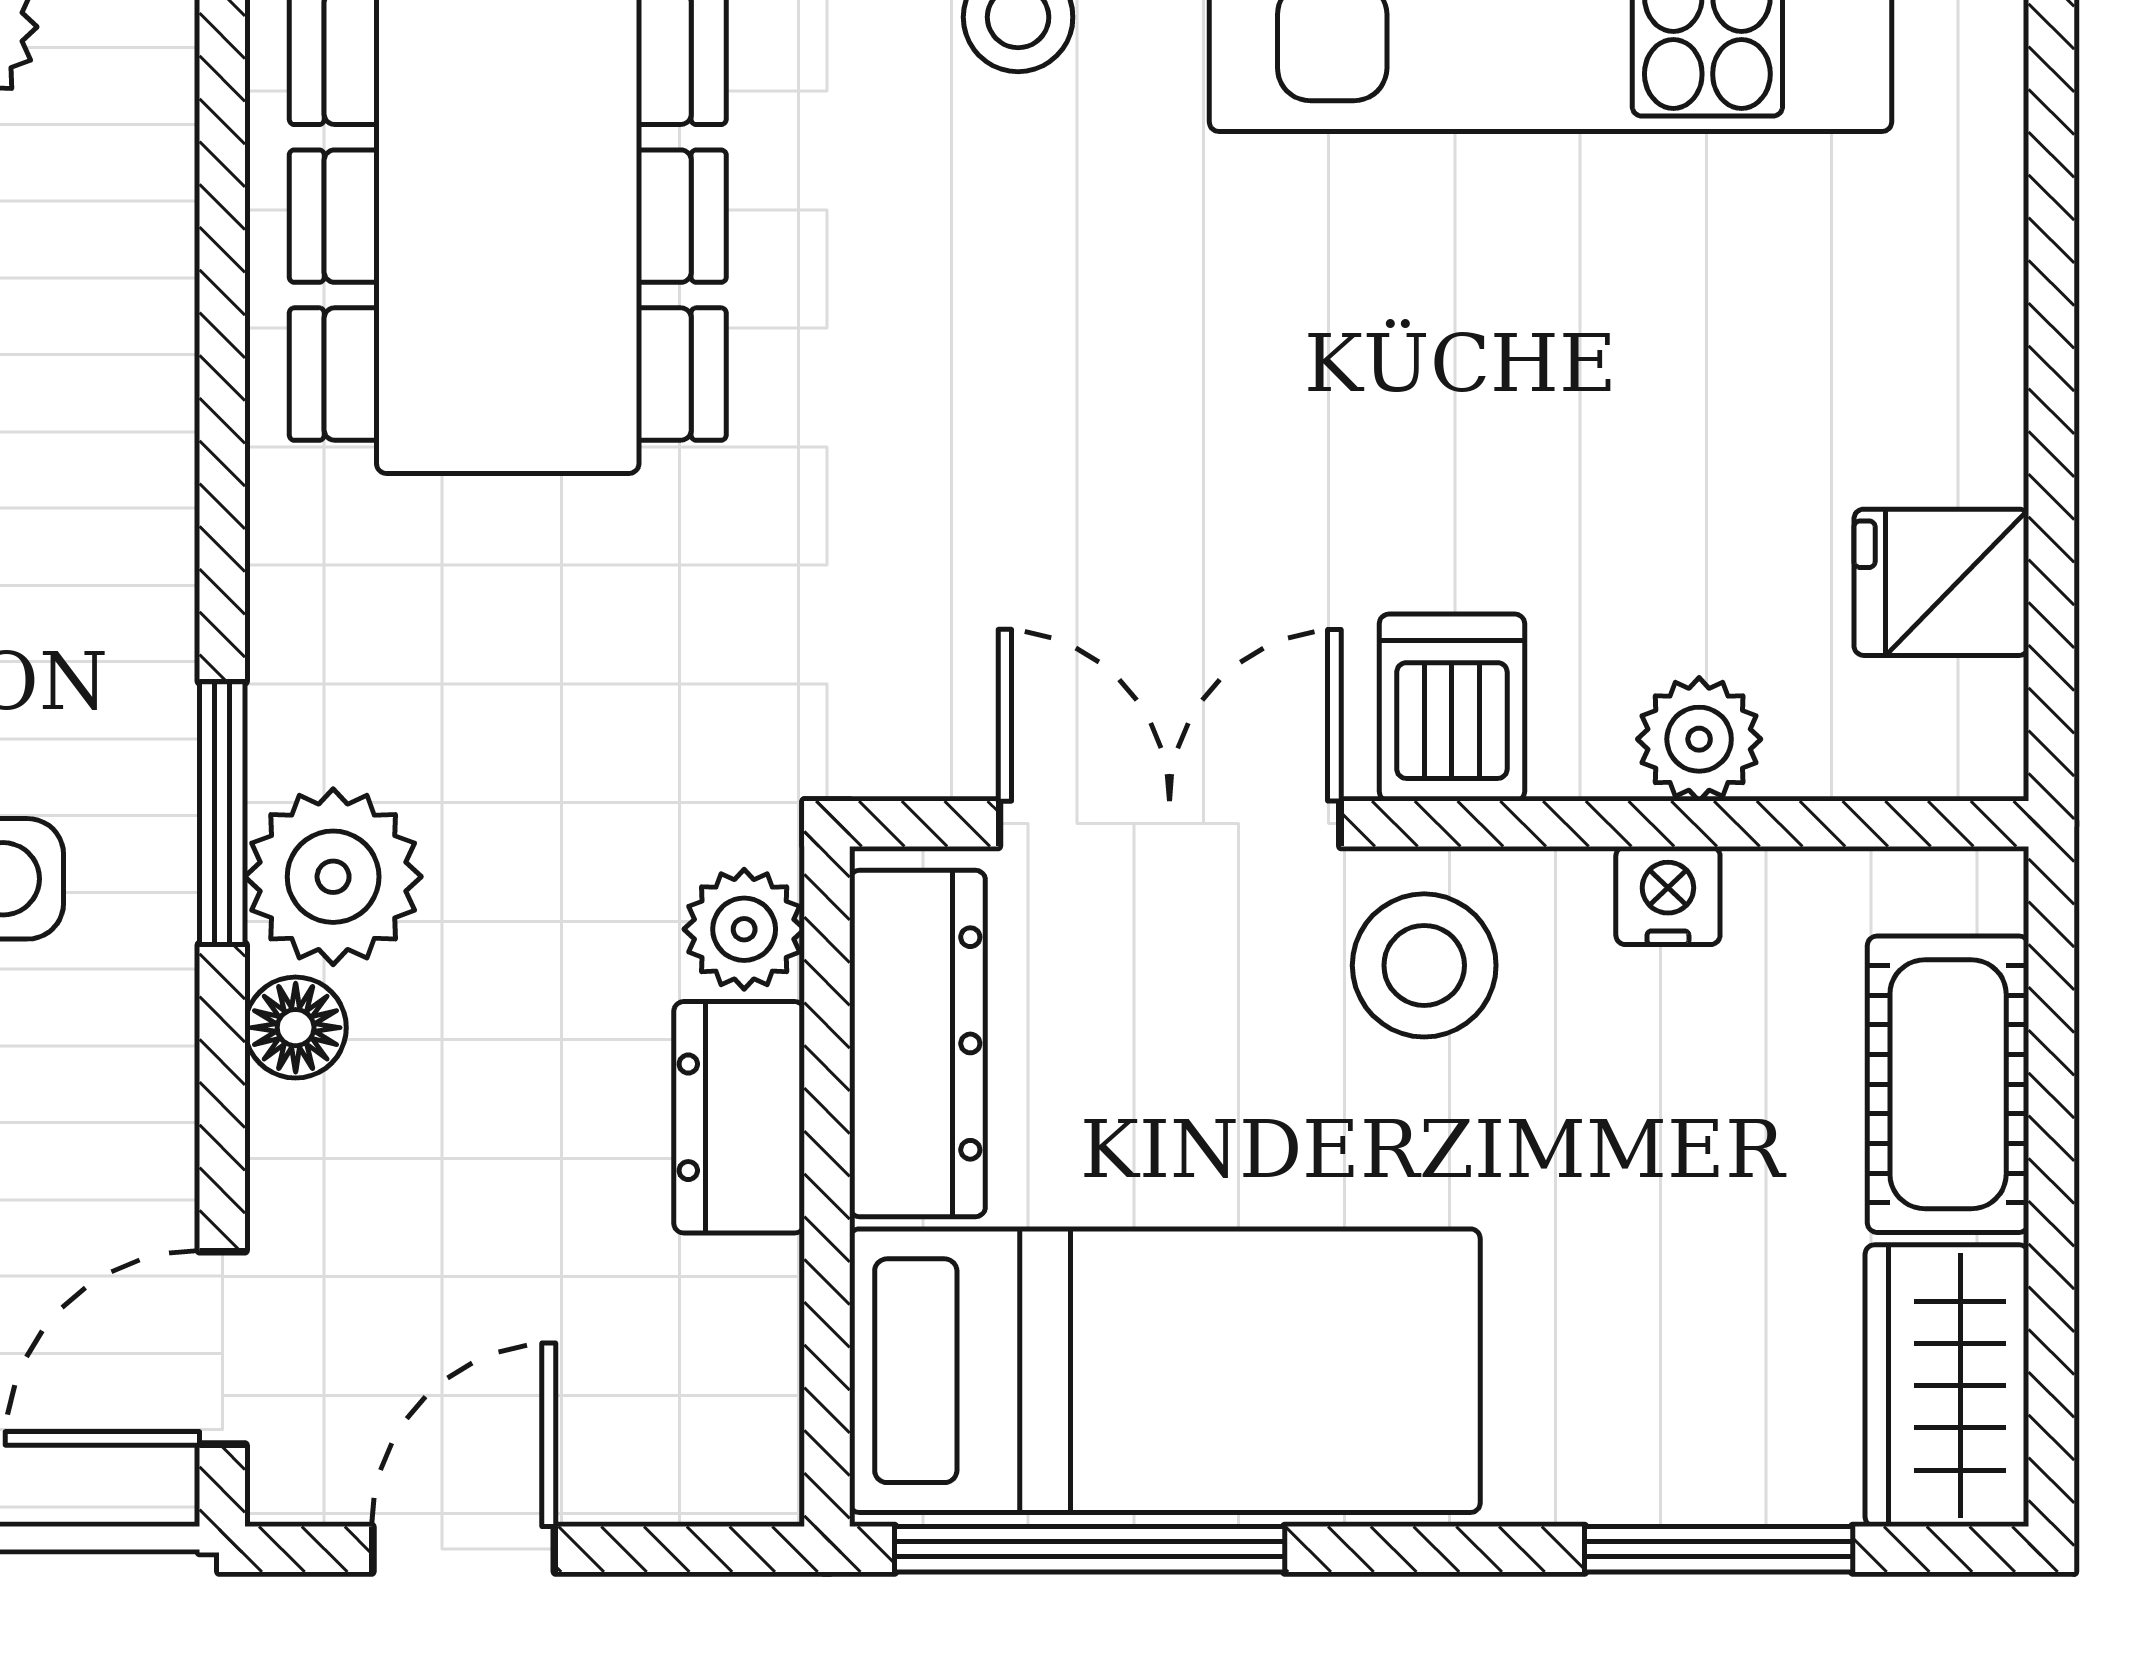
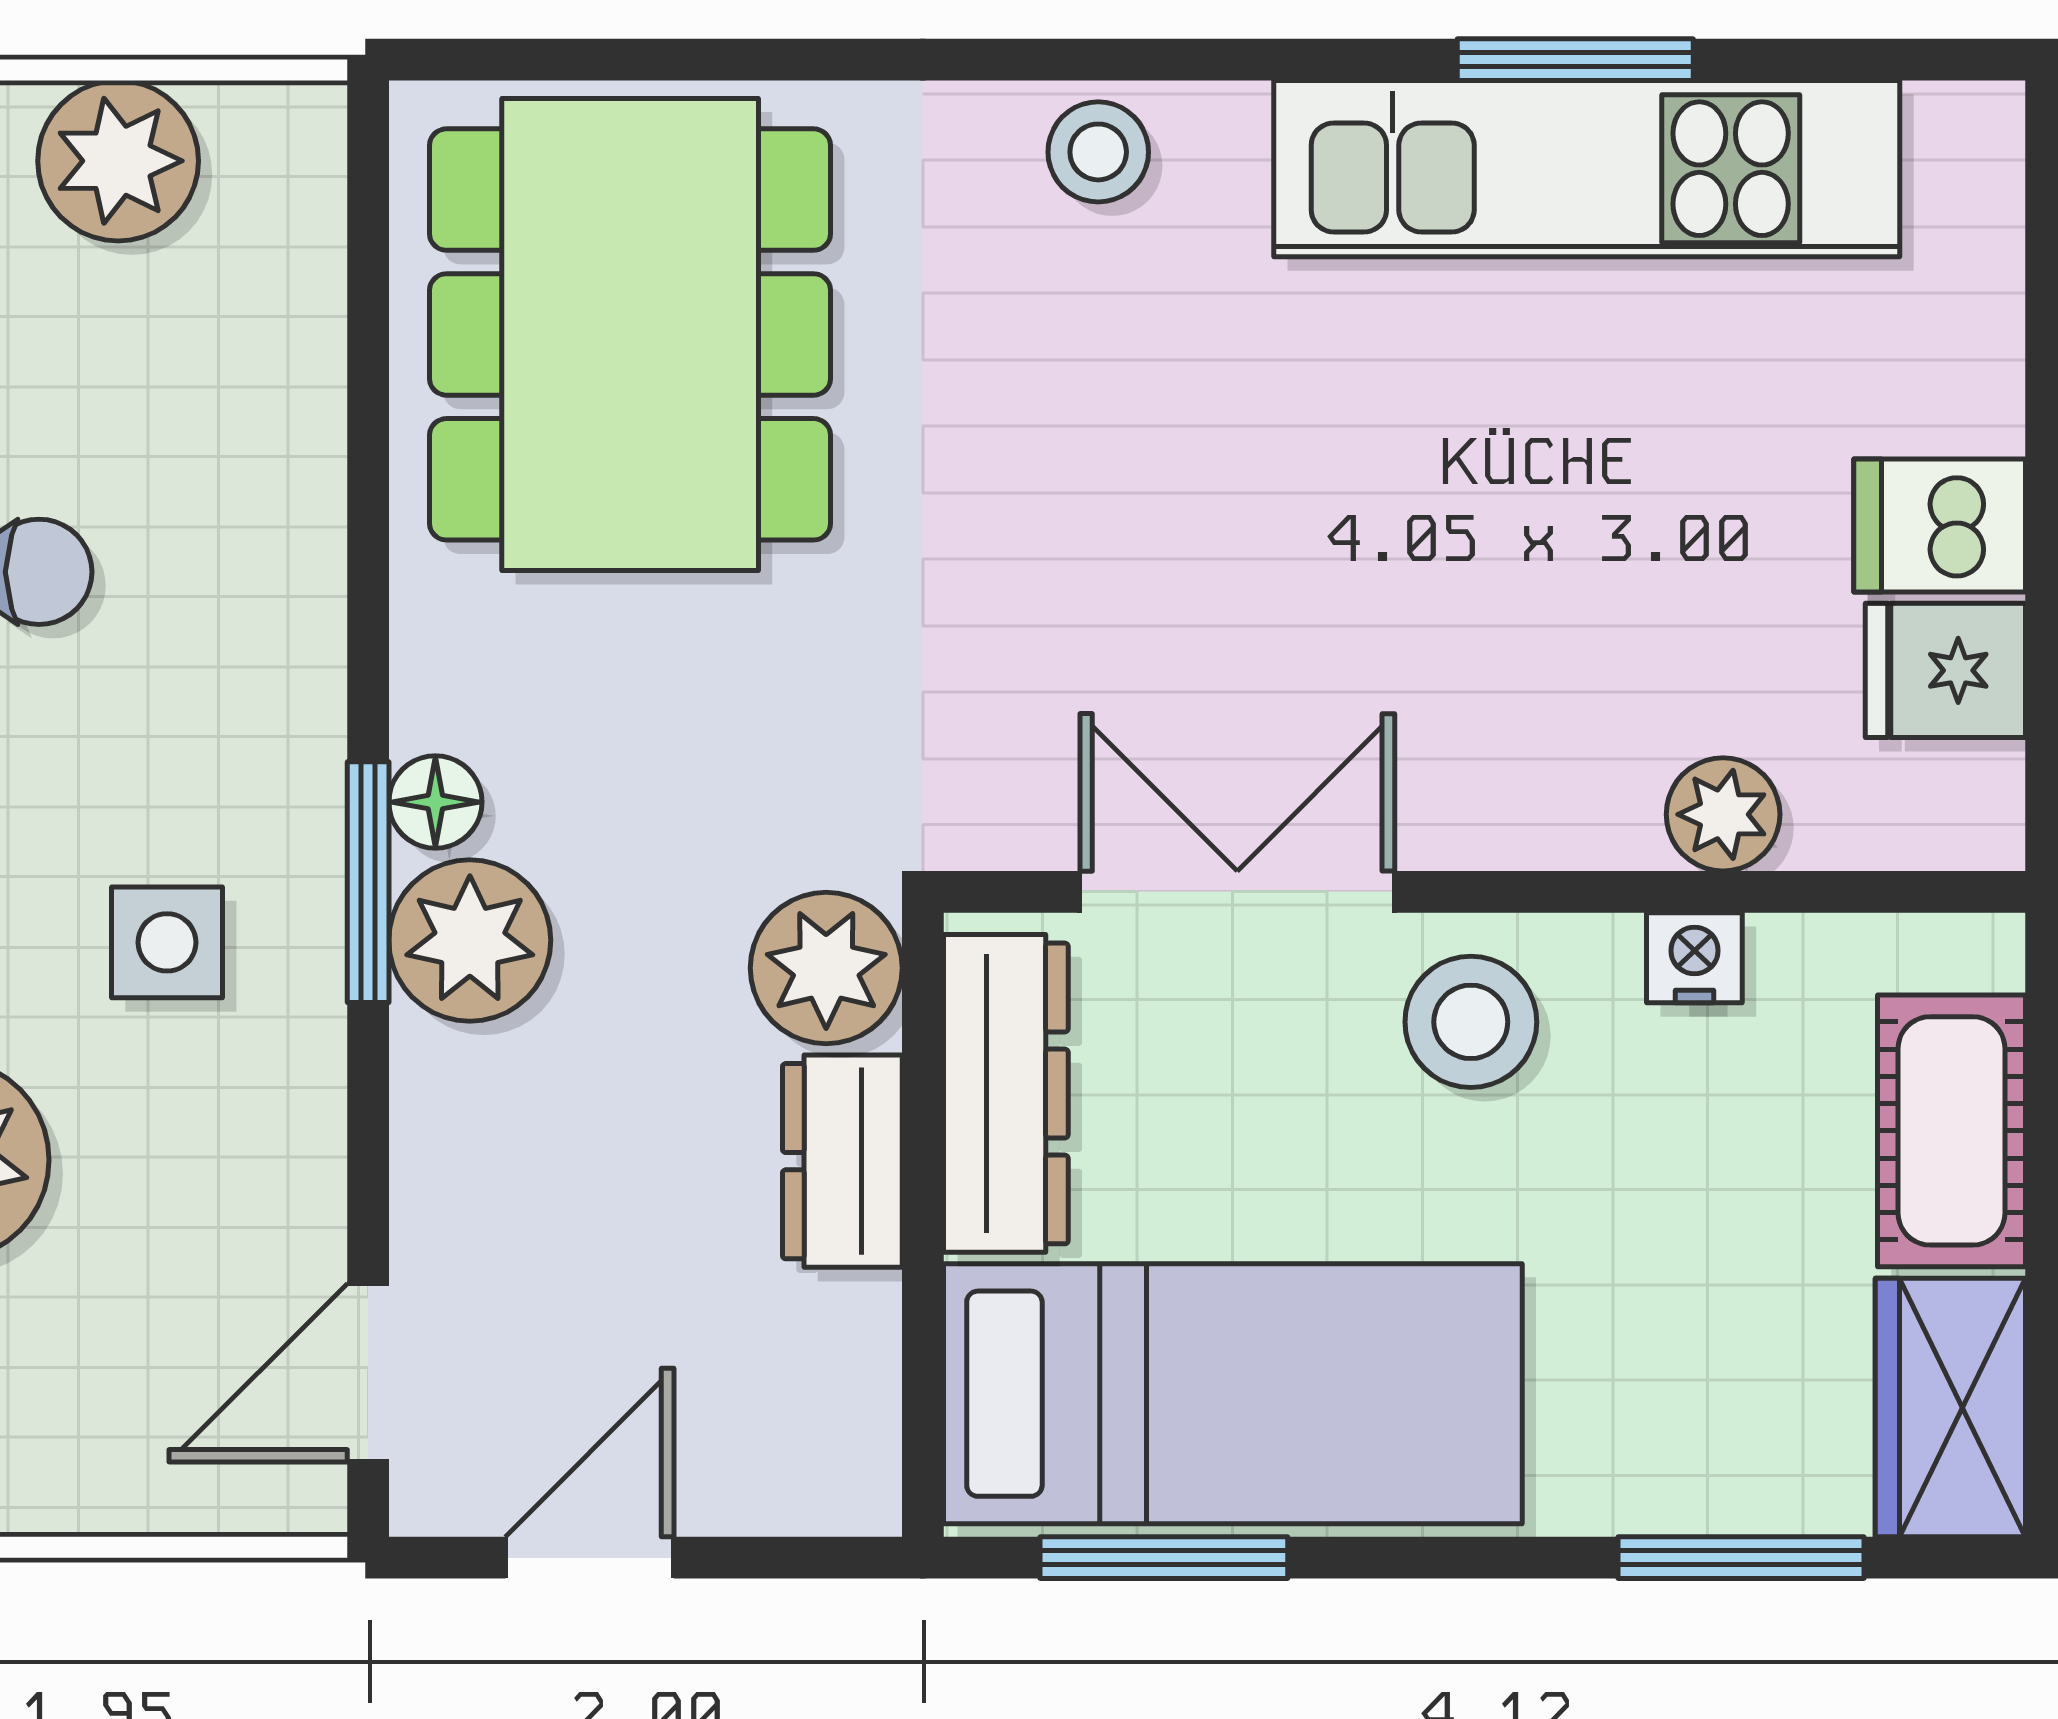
dishwasher: (1452, 707) -> (1940, 526), moved, turned -90
plant: (744, 929) -> (826, 968), width x1.38, depth x1.38
floor lamp: (296, 1028) -> (435, 802), moved
window: (1090, 1549) -> (1164, 1558), width x0.69

